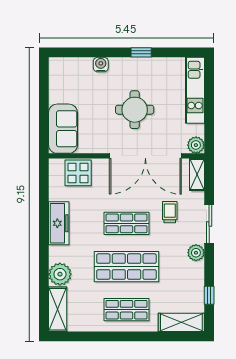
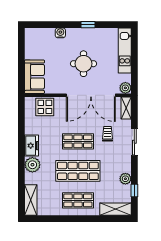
freezer: (59, 223) -> (32, 146), width x0.71
plant: (196, 253) -> (125, 179), moved
plant: (60, 274) -> (32, 165), moved

